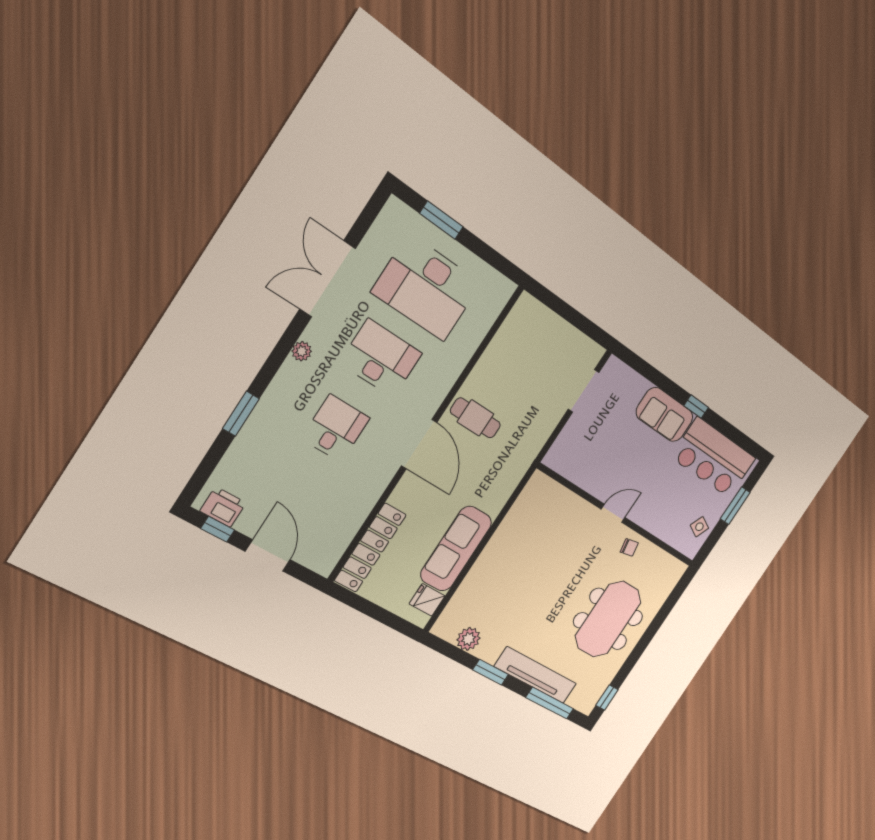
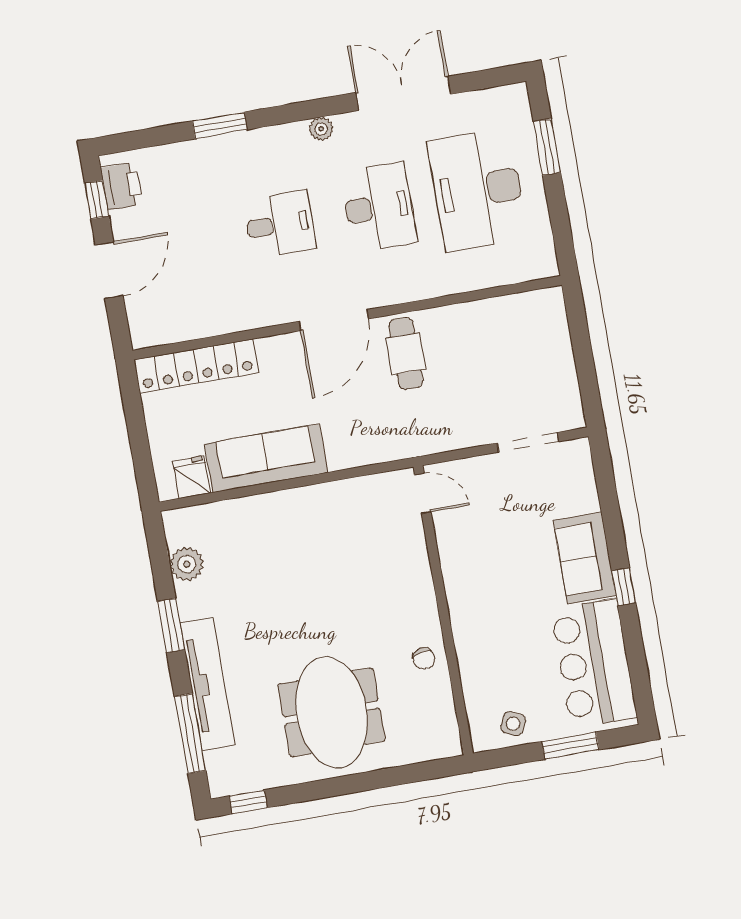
door: (613, 513) -> (423, 494), moved
meeting table: (608, 619) -> (332, 712), turned 90

